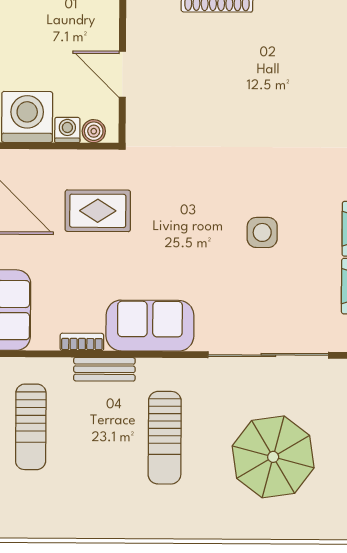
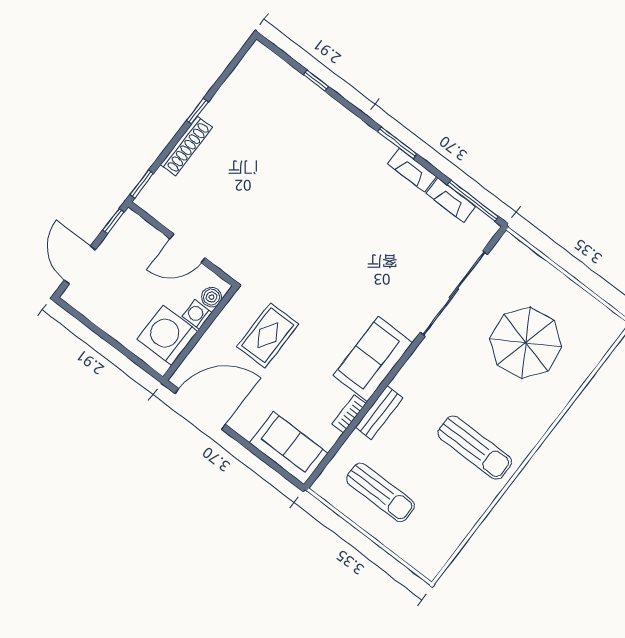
side table: (262, 232) -> (367, 235), removed
sun lounger: (165, 438) -> (475, 448), moved

